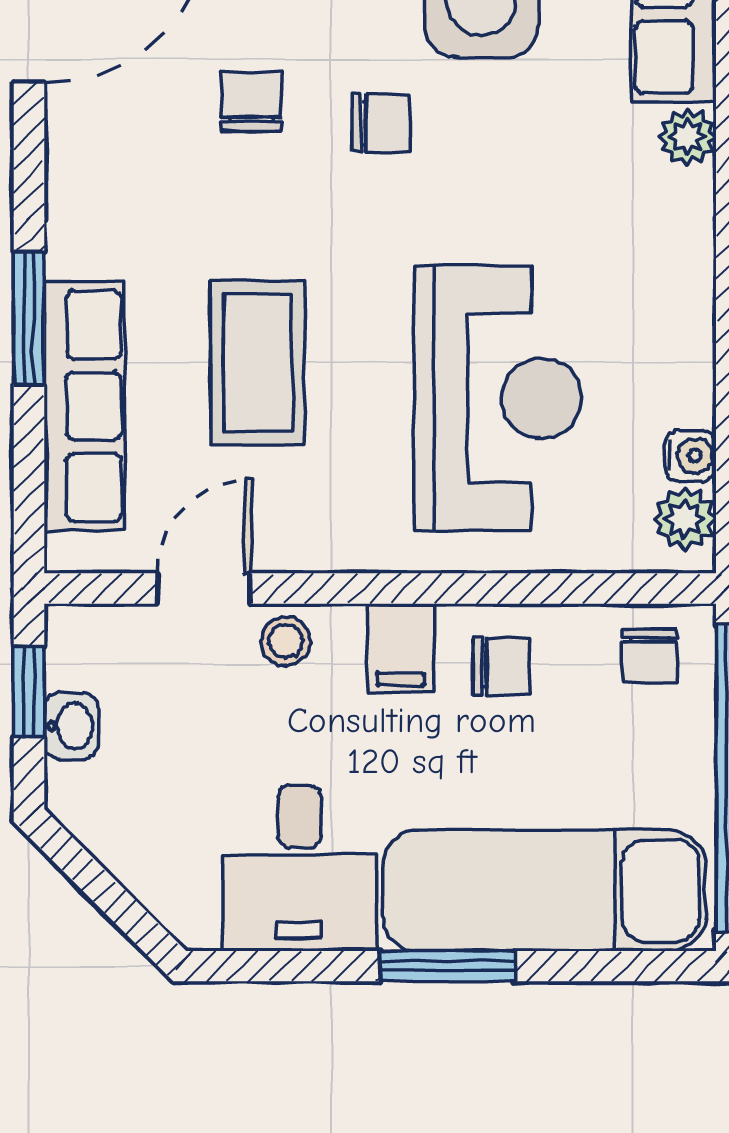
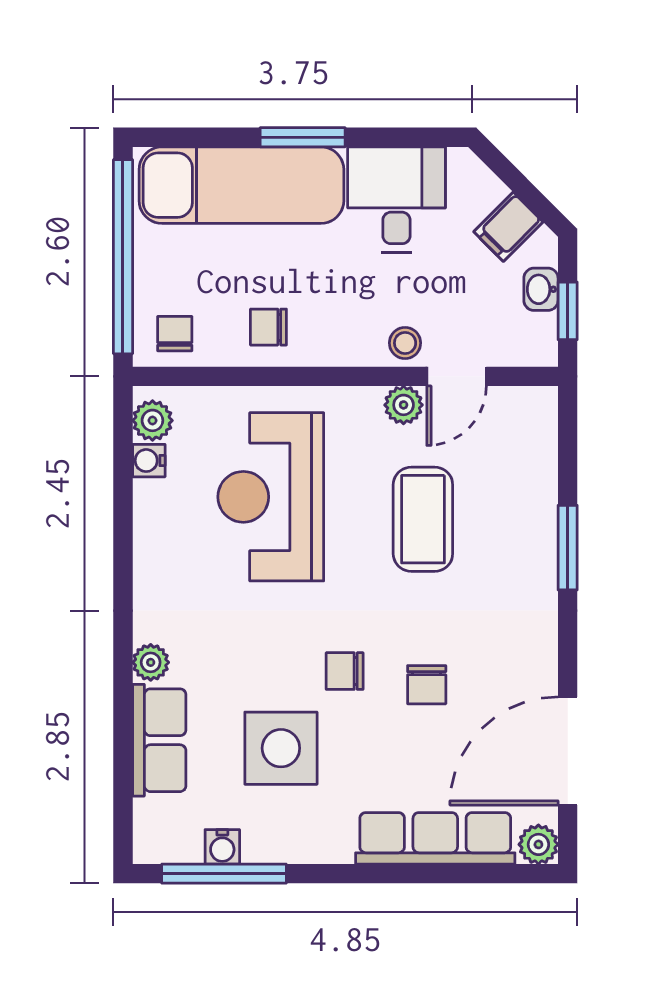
row of seats: (84, 406) -> (533, 492), removed
plant: (288, 543) -> (404, 405), added
filing cabinet: (401, 648) -> (508, 227), moved, turned -135

